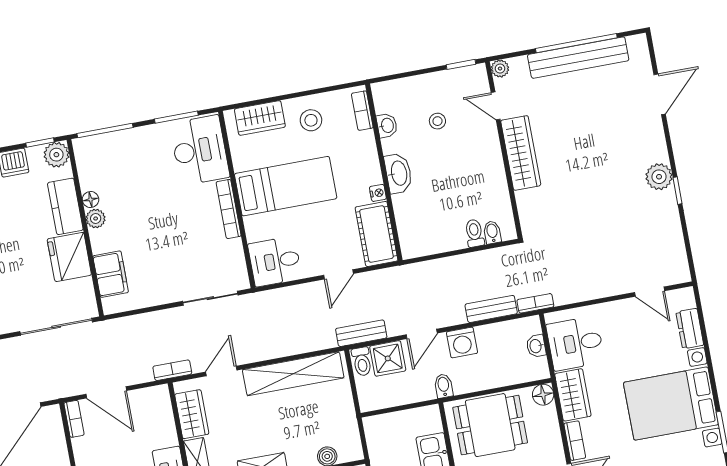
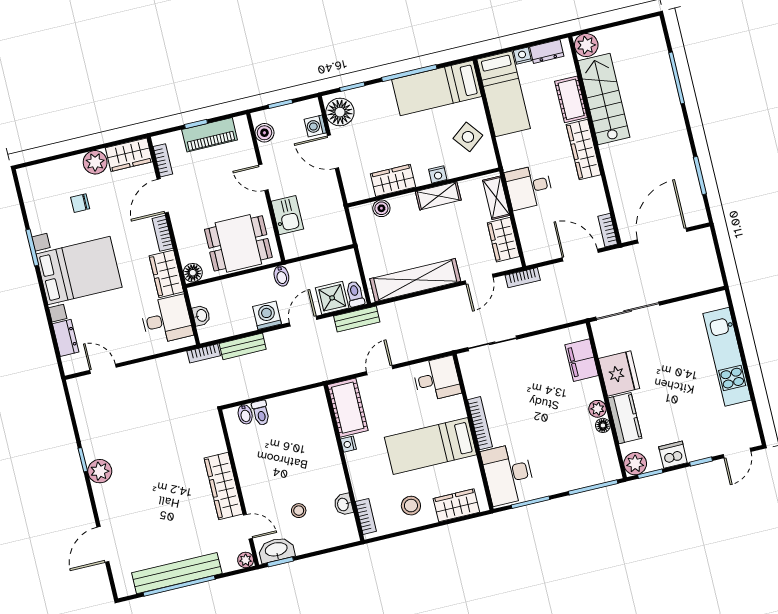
washbasin: (398, 173) -> (276, 550), moved, turned 90

